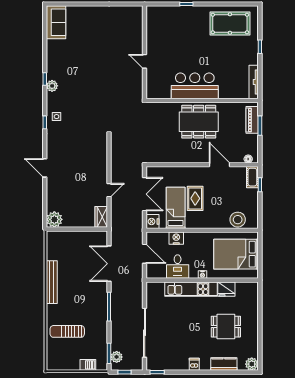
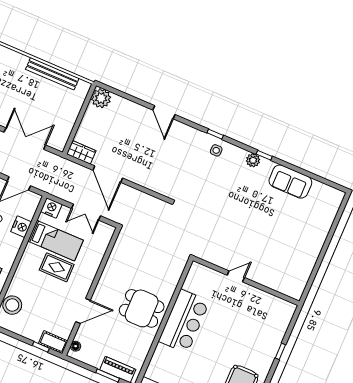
sofa: (56, 22) -> (290, 182), moved
dining table: (199, 122) -> (142, 308), width x0.73
door: (45, 168) -> (164, 112), swing flipped
door: (109, 190) -> (108, 174), width x1.88
double door: (145, 194) -> (86, 212), width x0.73
bench: (52, 282) -> (52, 74), moved

